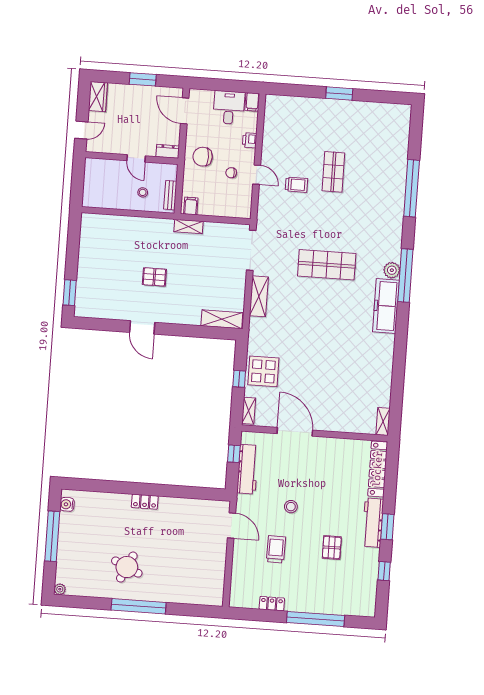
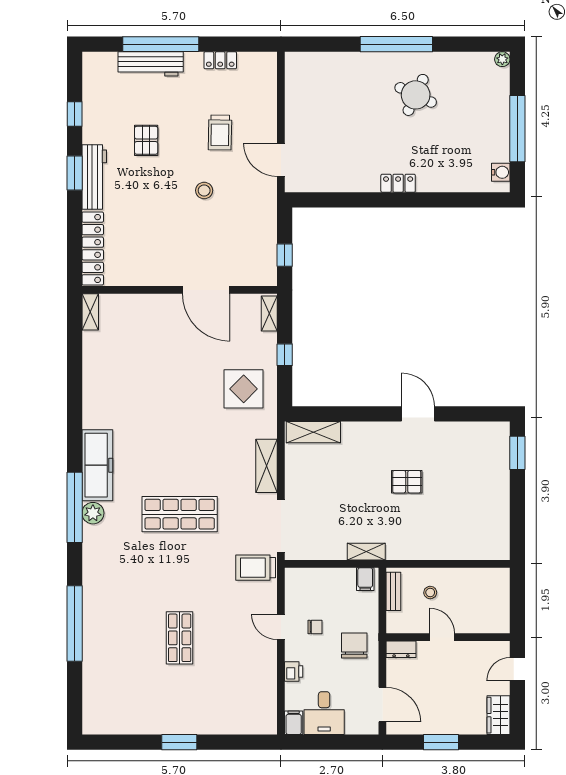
chair: (203, 157) -> (354, 646), turned -90
trolley: (296, 185) -> (256, 568), moved, width x1.36, depth x1.39
display table: (263, 371) -> (244, 389), moved
workbench: (248, 469) -> (151, 64), moved, turned -90

